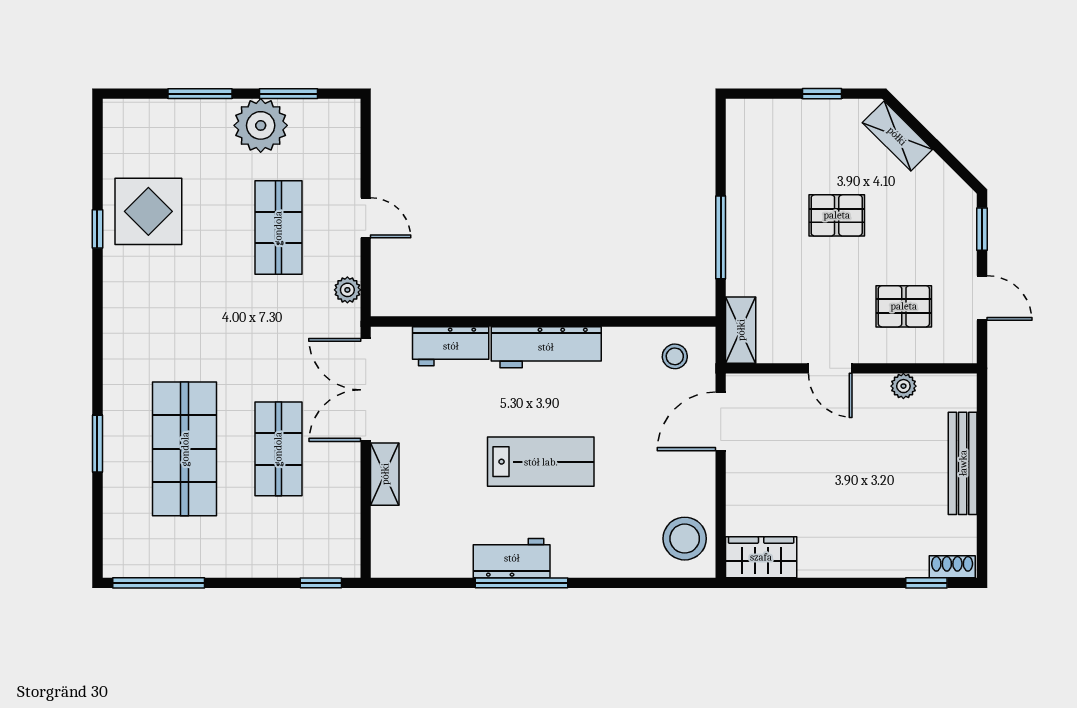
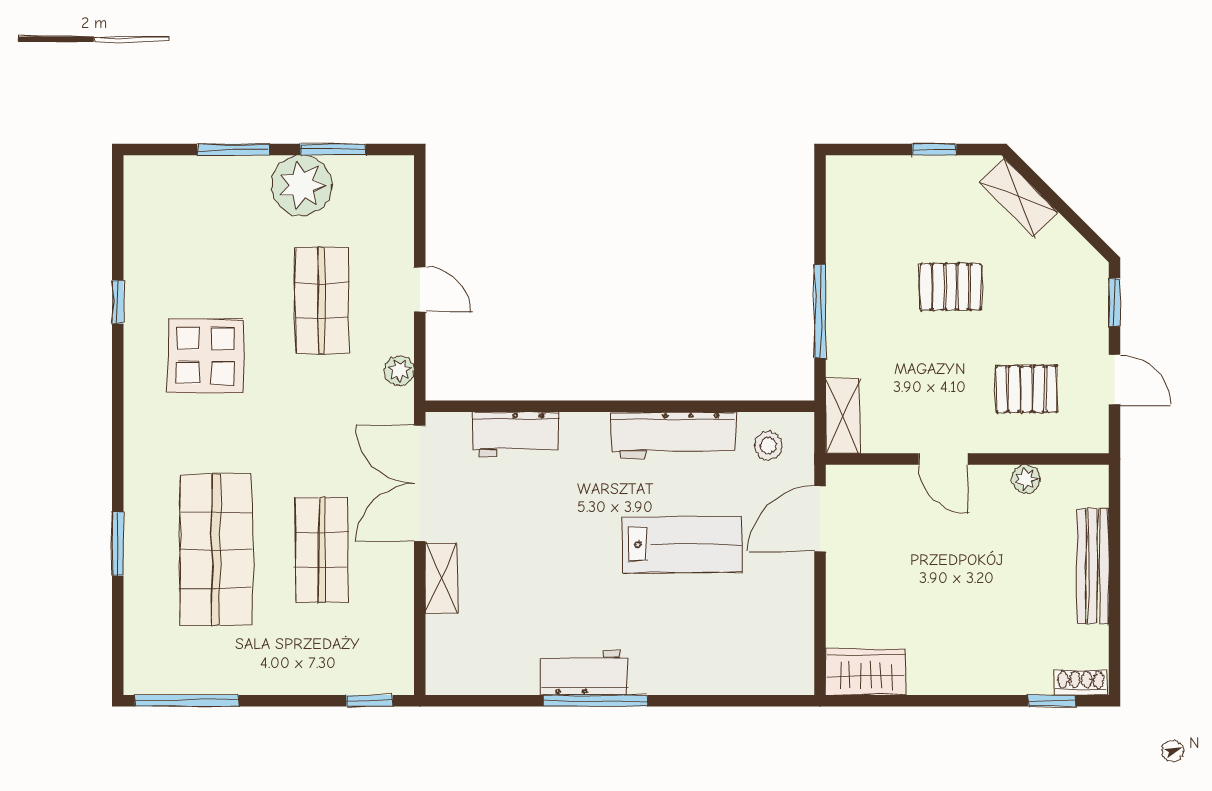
display table: (148, 211) -> (205, 356), moved
workbench: (546, 347) -> (673, 435), moved
lab bench: (541, 462) -> (682, 545), moved
stool: (685, 539) -> (779, 651), removed

